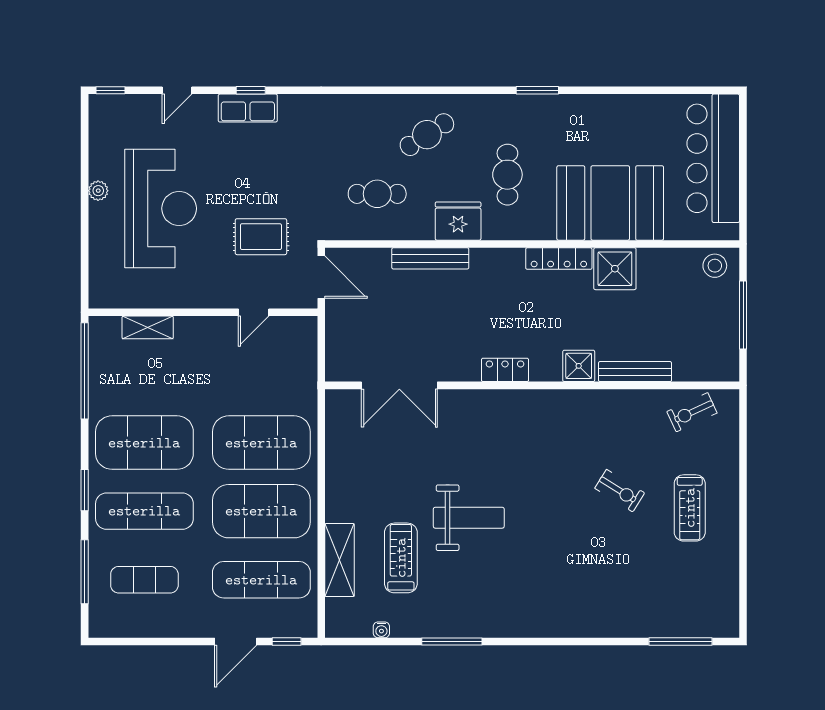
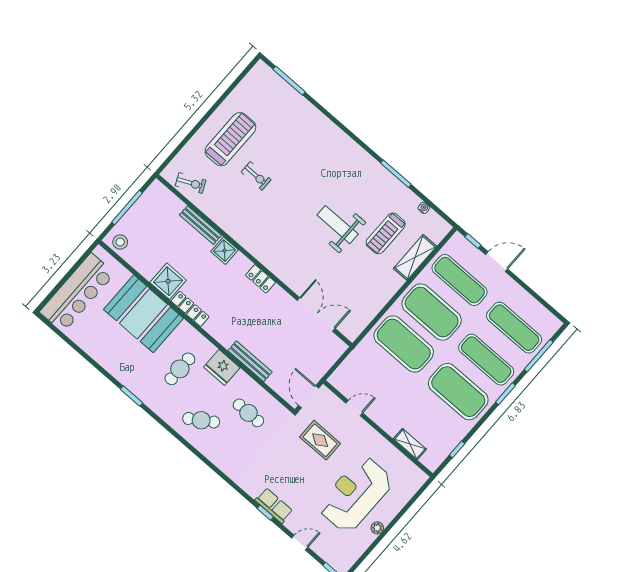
window: (85, 371) -> (457, 449), width x0.32
exercise bike: (620, 491) -> (256, 176), turned 148
treadmill: (690, 508) -> (230, 139), width x1.37, depth x1.38
exercise mat: (144, 580) -> (514, 328), width x1.36, depth x1.45

